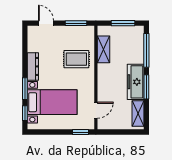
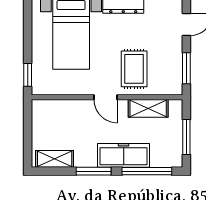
freezer: (136, 82) -> (124, 155), moved
door: (96, 110) -> (106, 97), moved

